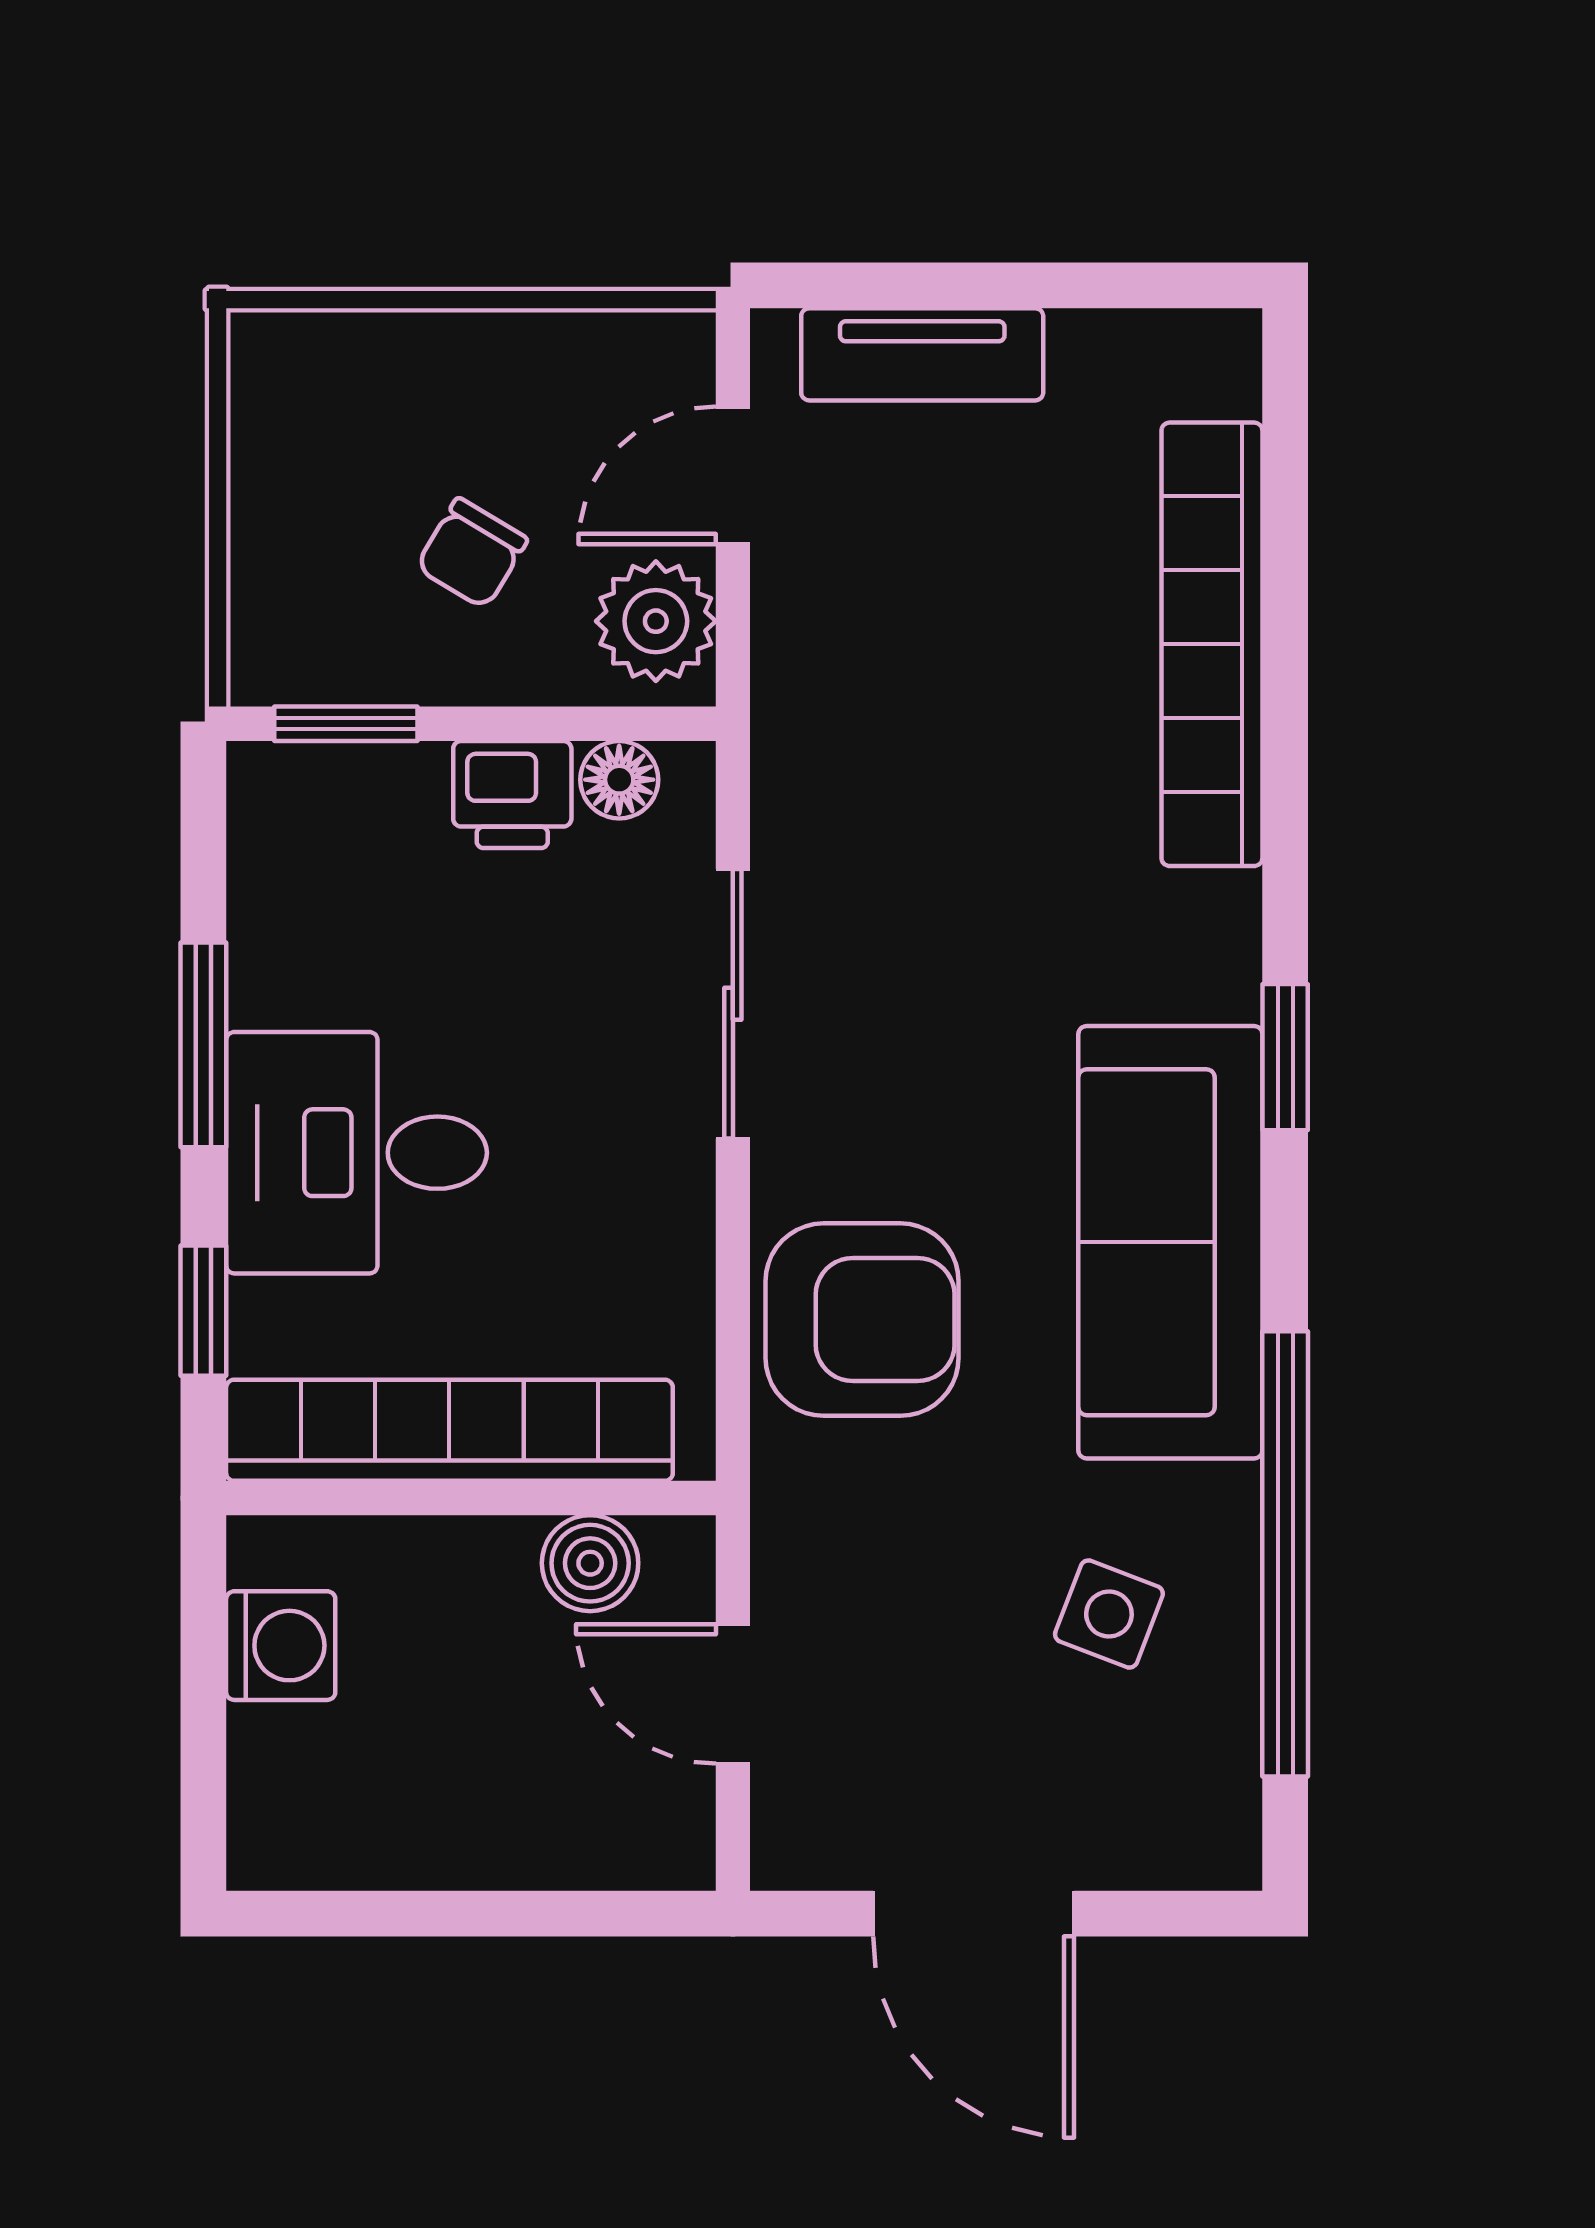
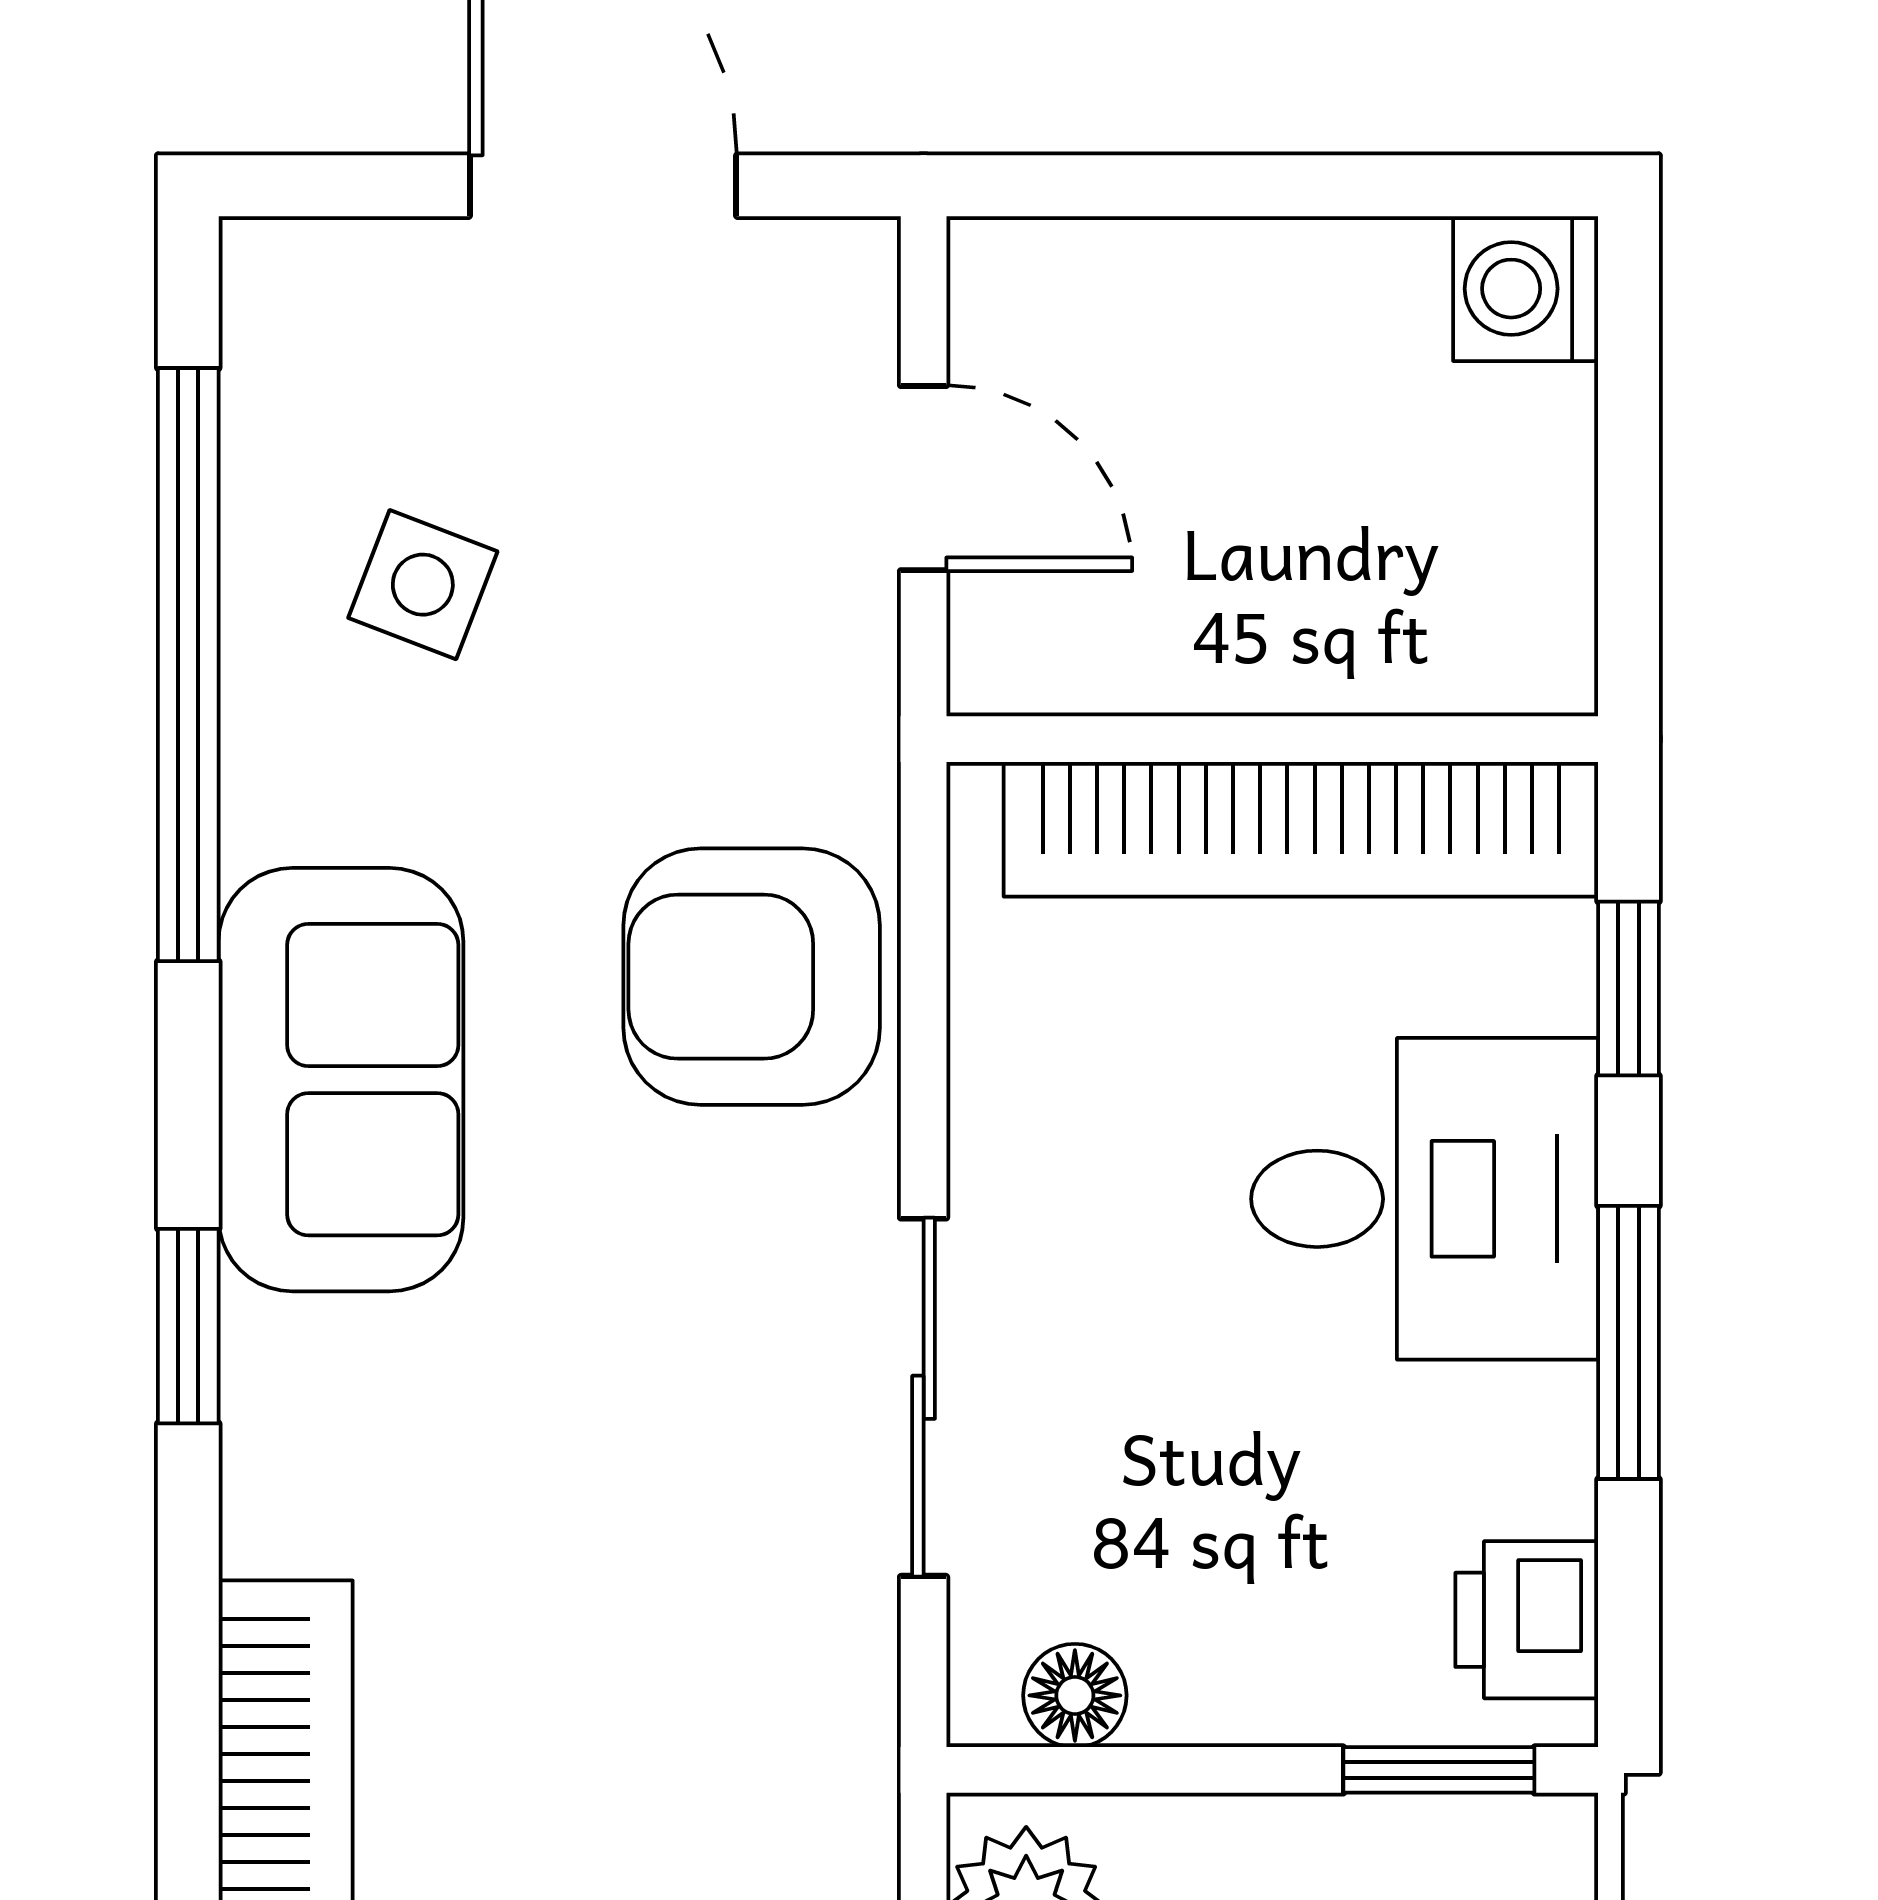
printer: (512, 794) -> (1527, 1620), moved, turned -90
sofa: (1170, 1242) -> (341, 1080), width x0.73
boiler: (590, 1563) -> (1114, 652), removed
washing machine: (281, 1646) -> (1526, 289), moved

